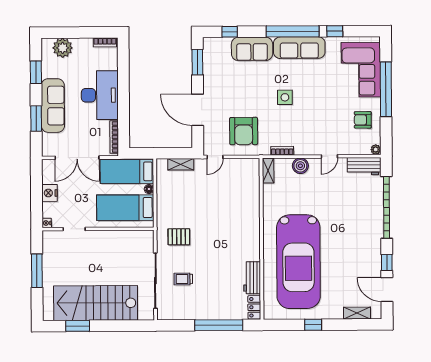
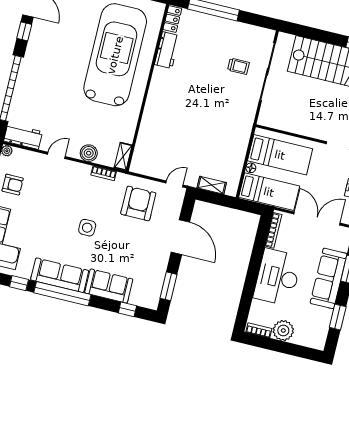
plant: (63, 48) -> (283, 331), moved
pallet: (179, 237) -> (232, 111), removed

